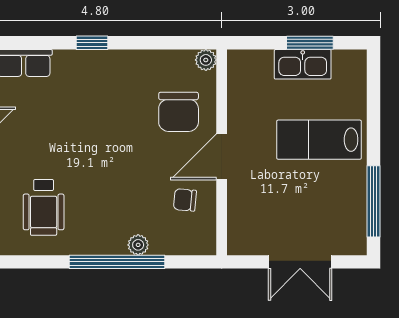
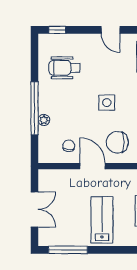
side table: (107, 131) -> (107, 103), added
double door: (300, 262) -> (35, 209), swing flipped

